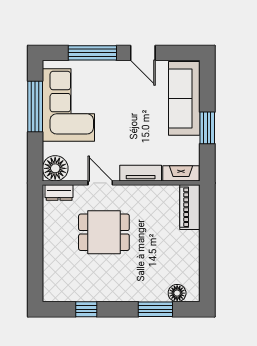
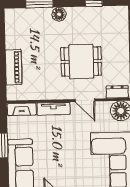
piano: (190, 207) -> (14, 67), moved
floor lamp: (177, 293) -> (59, 14), moved

